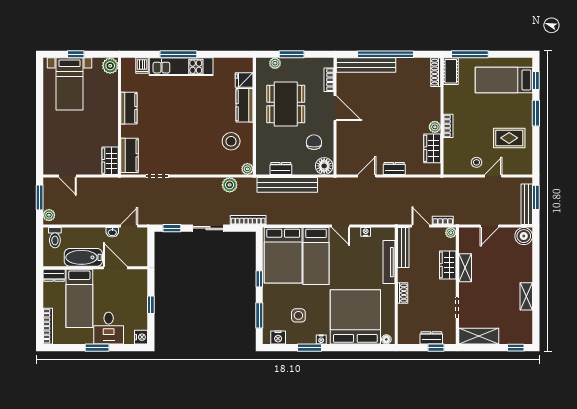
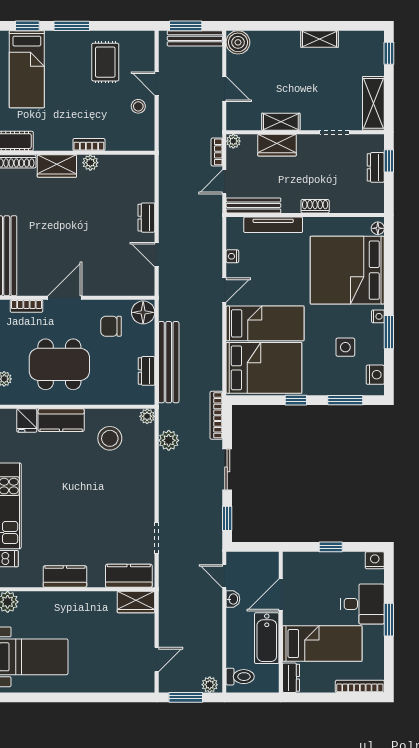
wardrobe: (432, 148) -> (57, 166), moved

